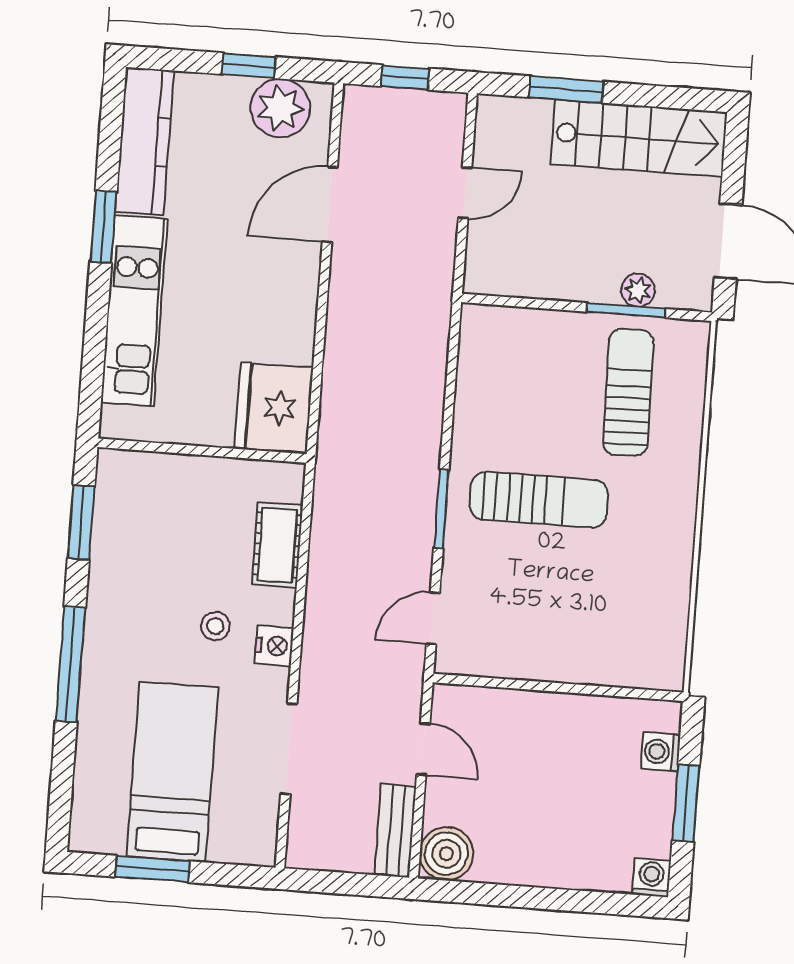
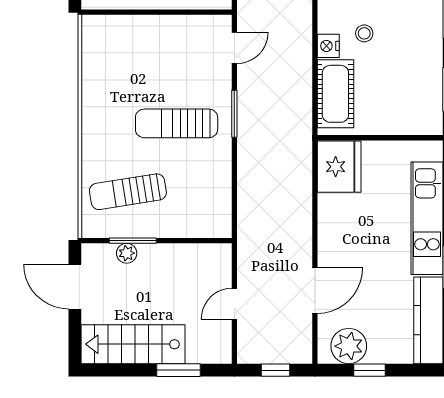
sun lounger: (628, 392) -> (128, 192), turned 82
cot: (277, 545) -> (335, 94), width x1.37, depth x1.34
nightstand: (274, 646) -> (328, 46), moved

